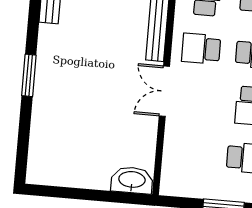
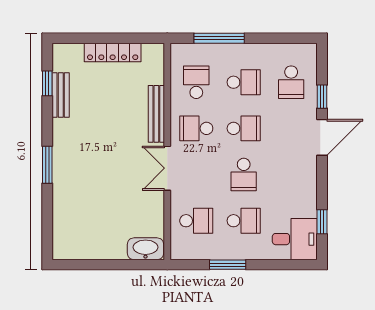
school desk: (192, 153) -> (196, 221), added

